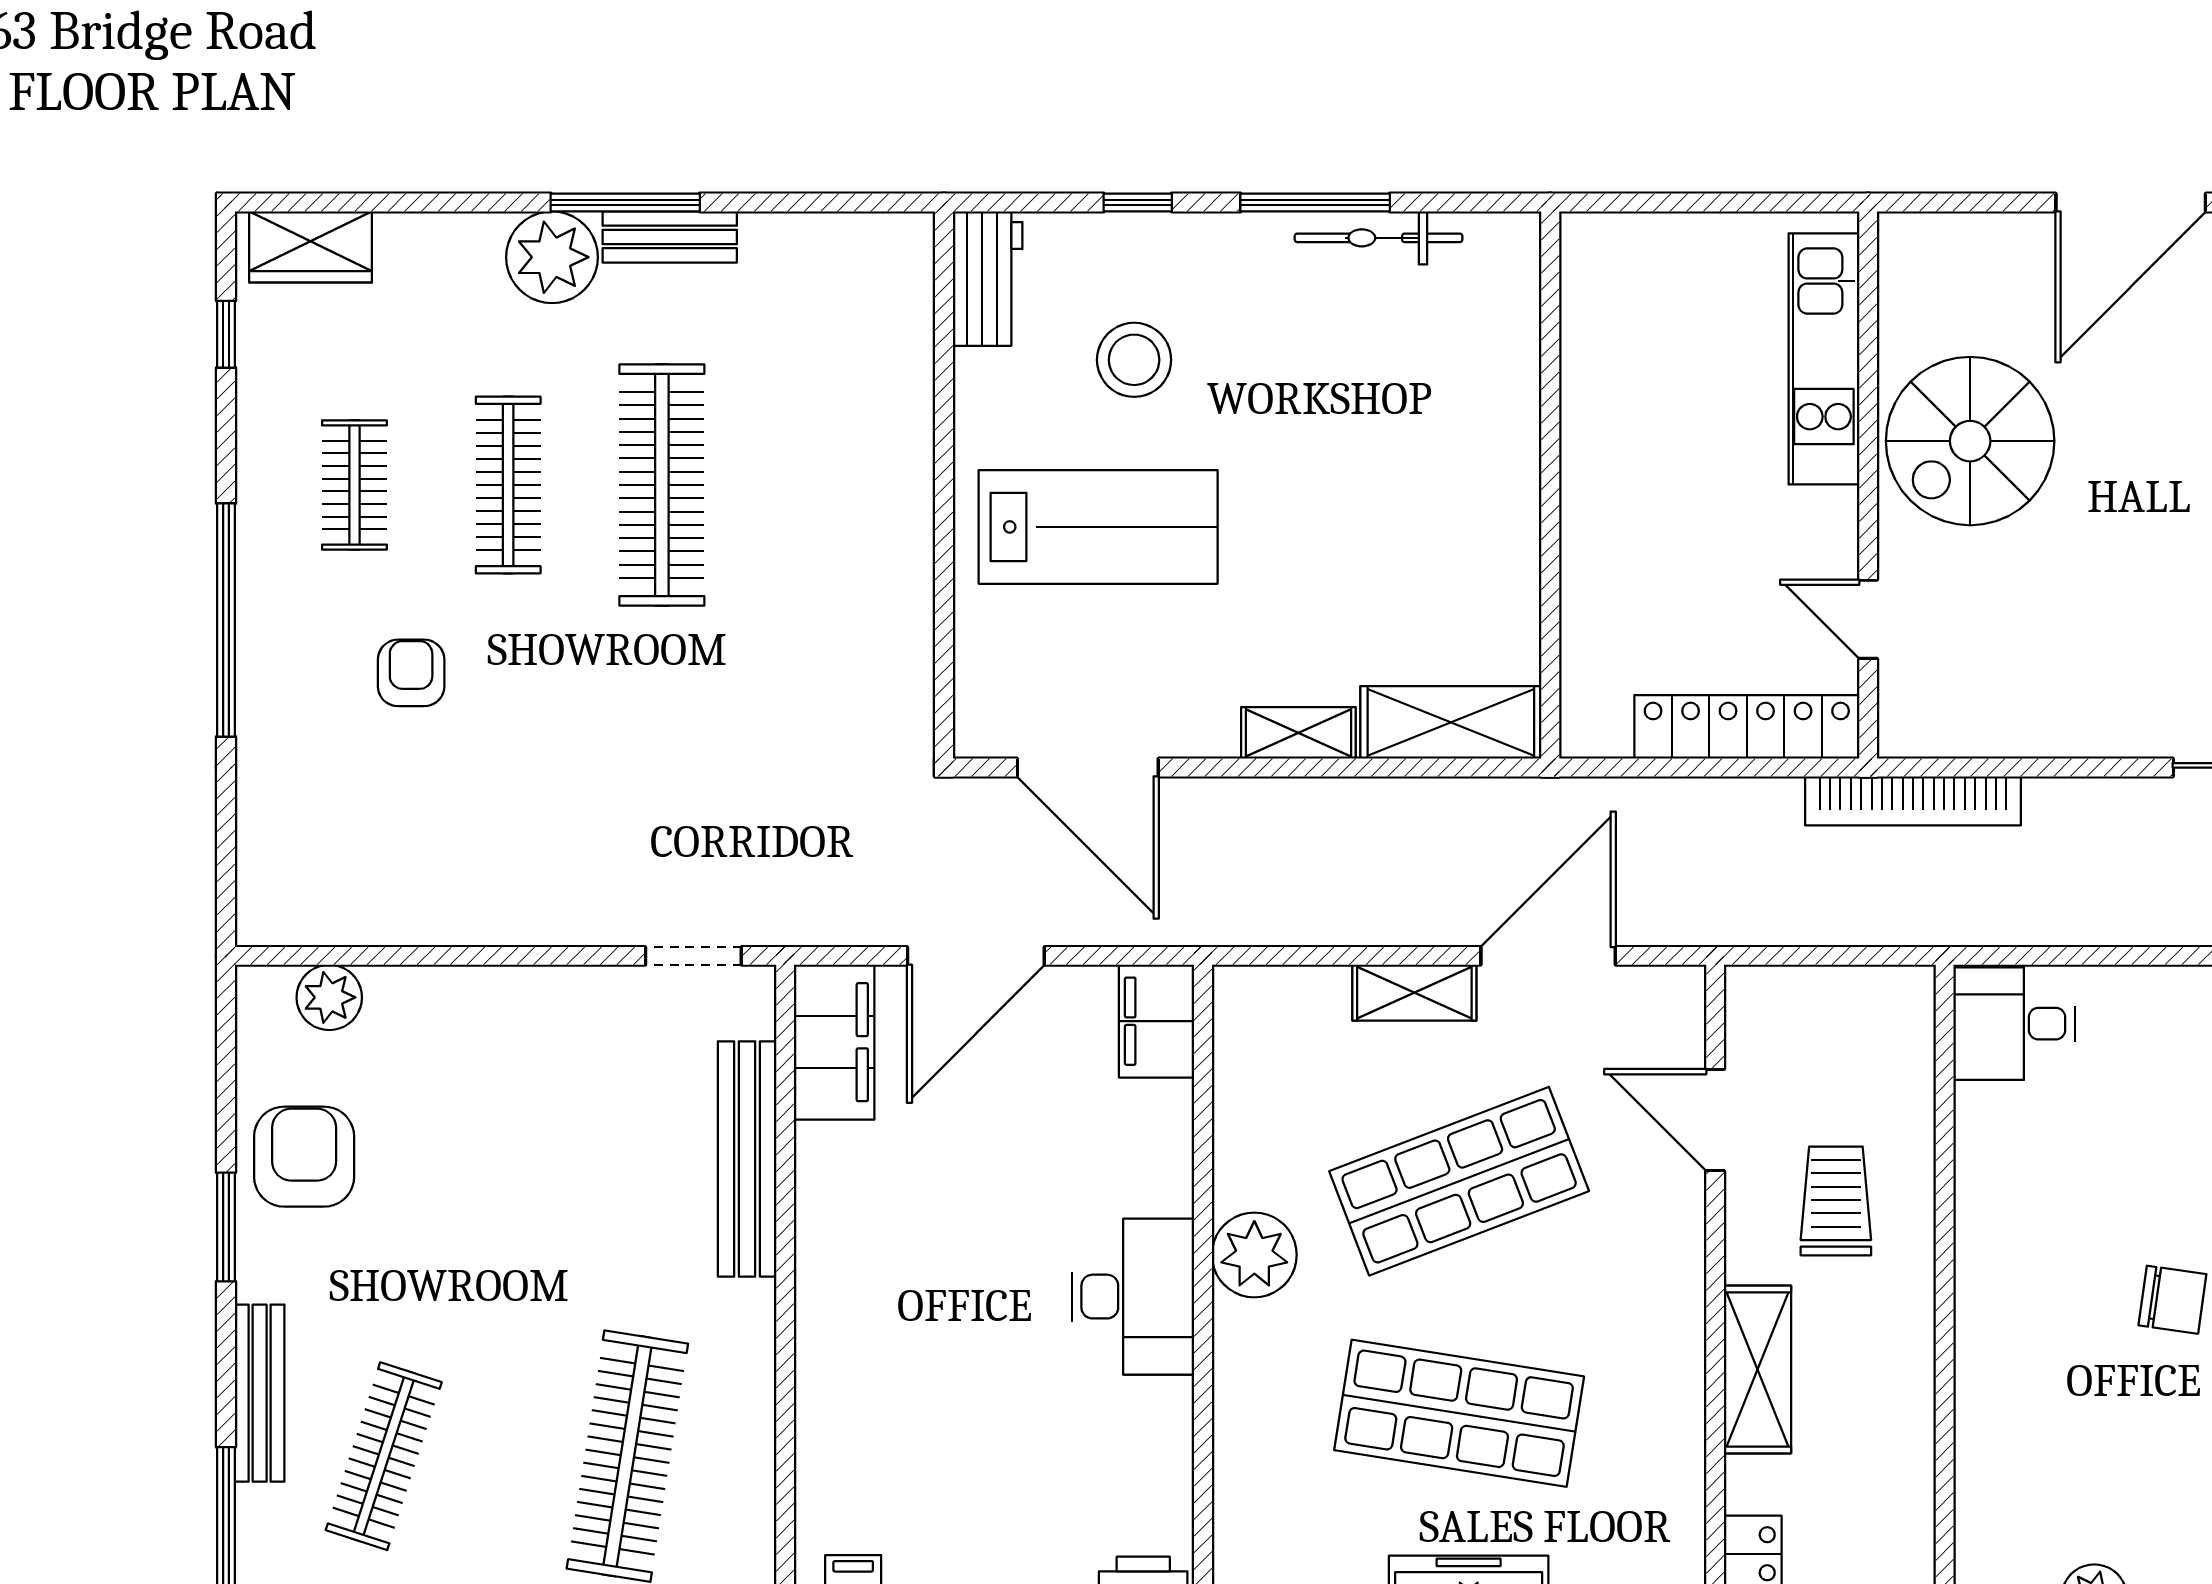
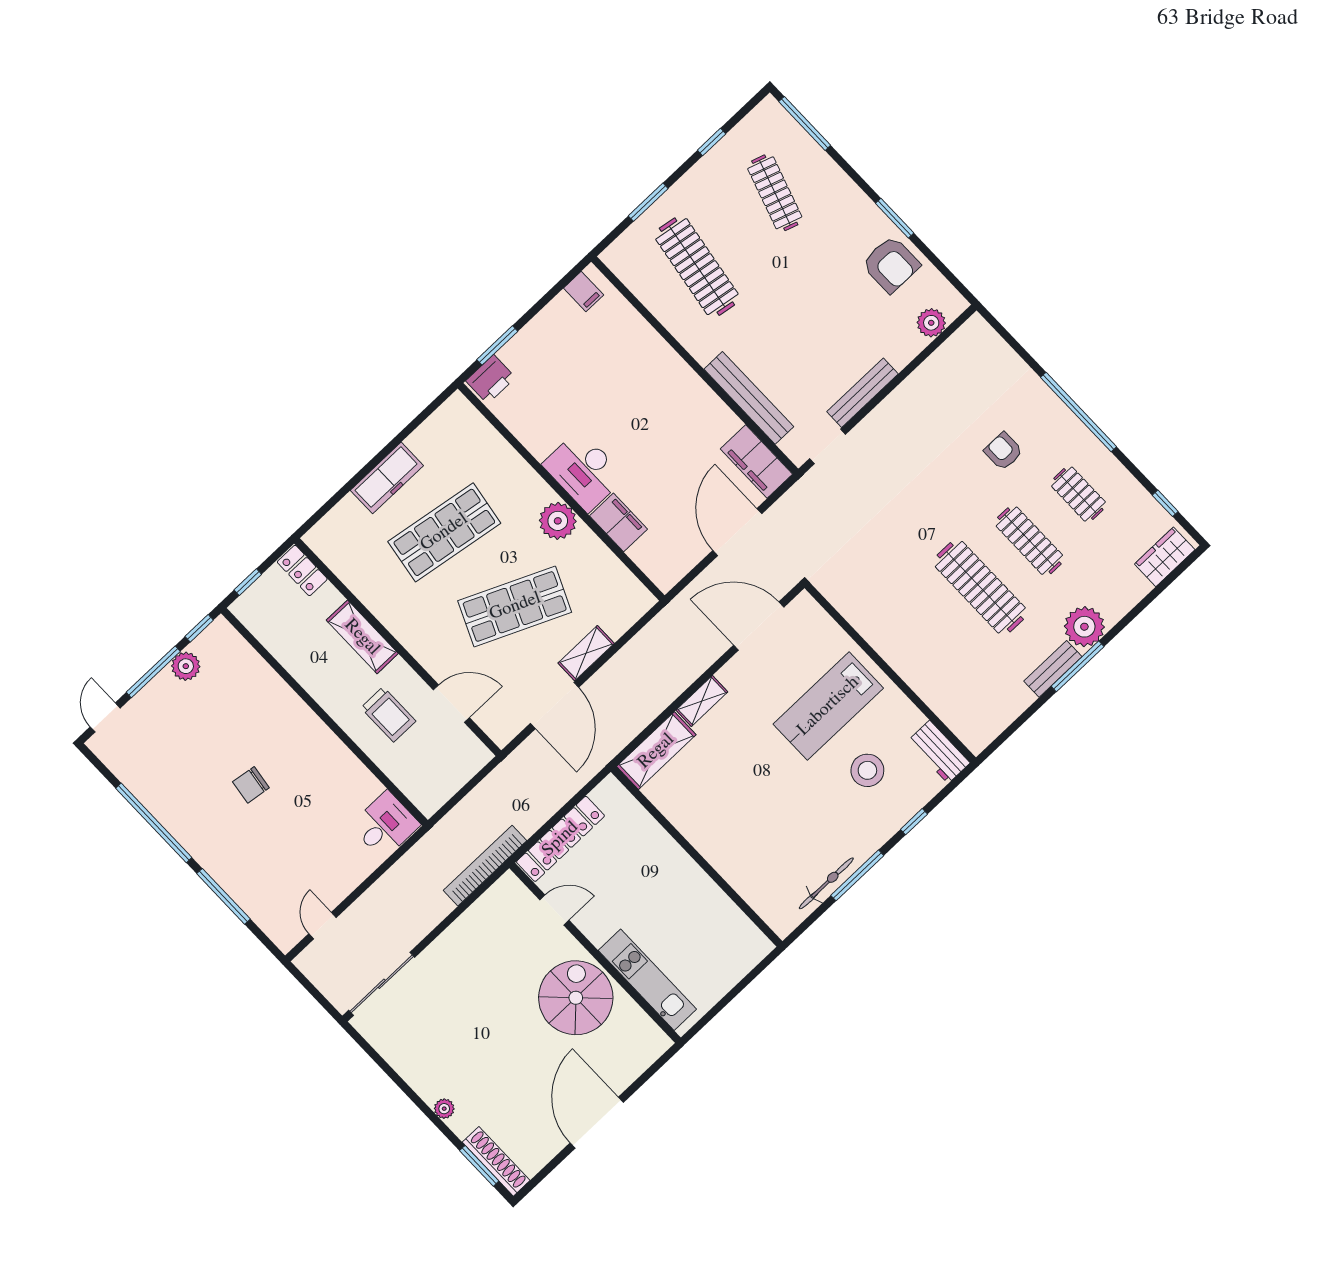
armchair: (411, 673) -> (1003, 451), turned 180
filing cabinet: (1157, 1021) -> (618, 522), moved
shop shelf: (1459, 1181) -> (515, 606), turned 45
bench: (260, 1393) -> (863, 393), moved, turned 90

